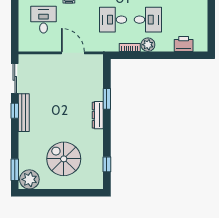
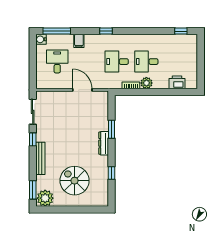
desk: (148, 20) -> (146, 62), turned 180
bench: (24, 113) -> (40, 158), moved
window: (107, 164) -> (111, 173), moved

